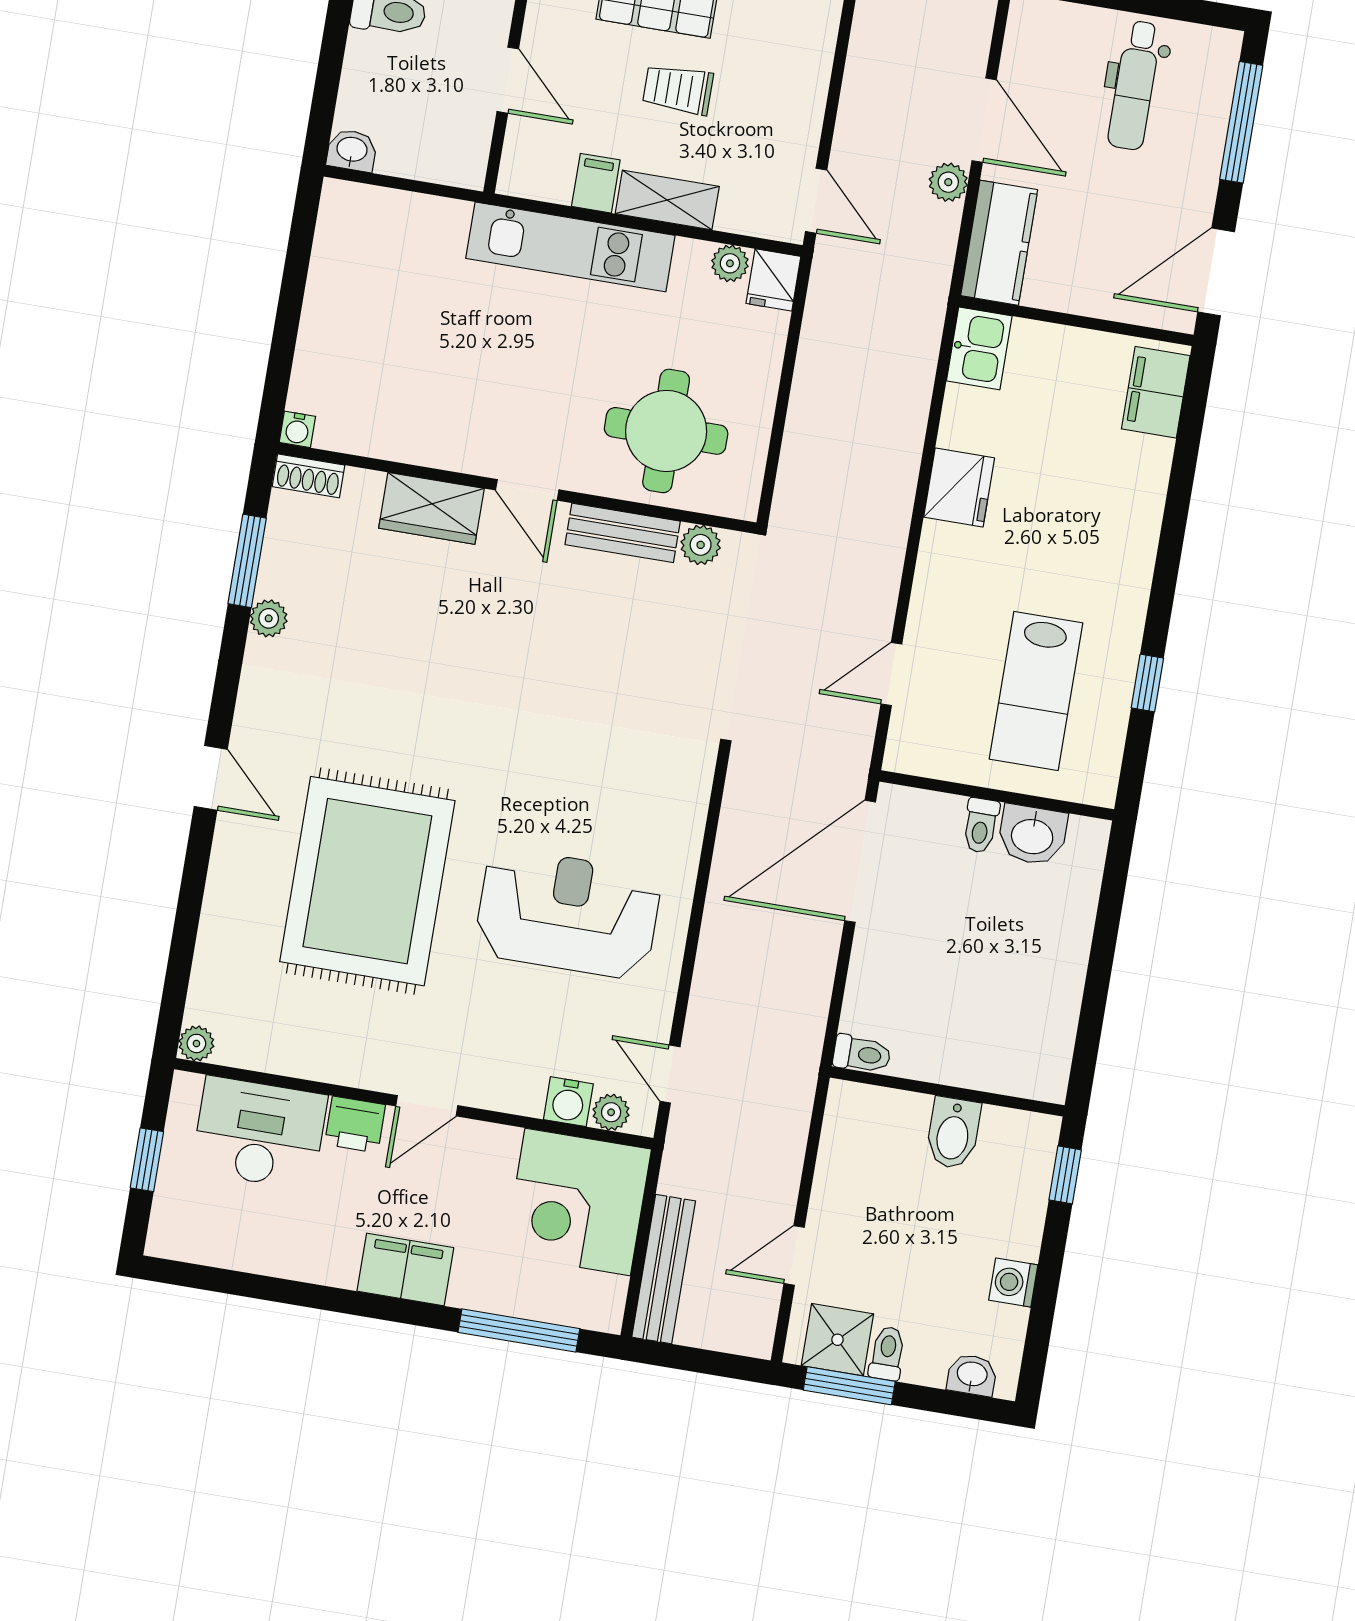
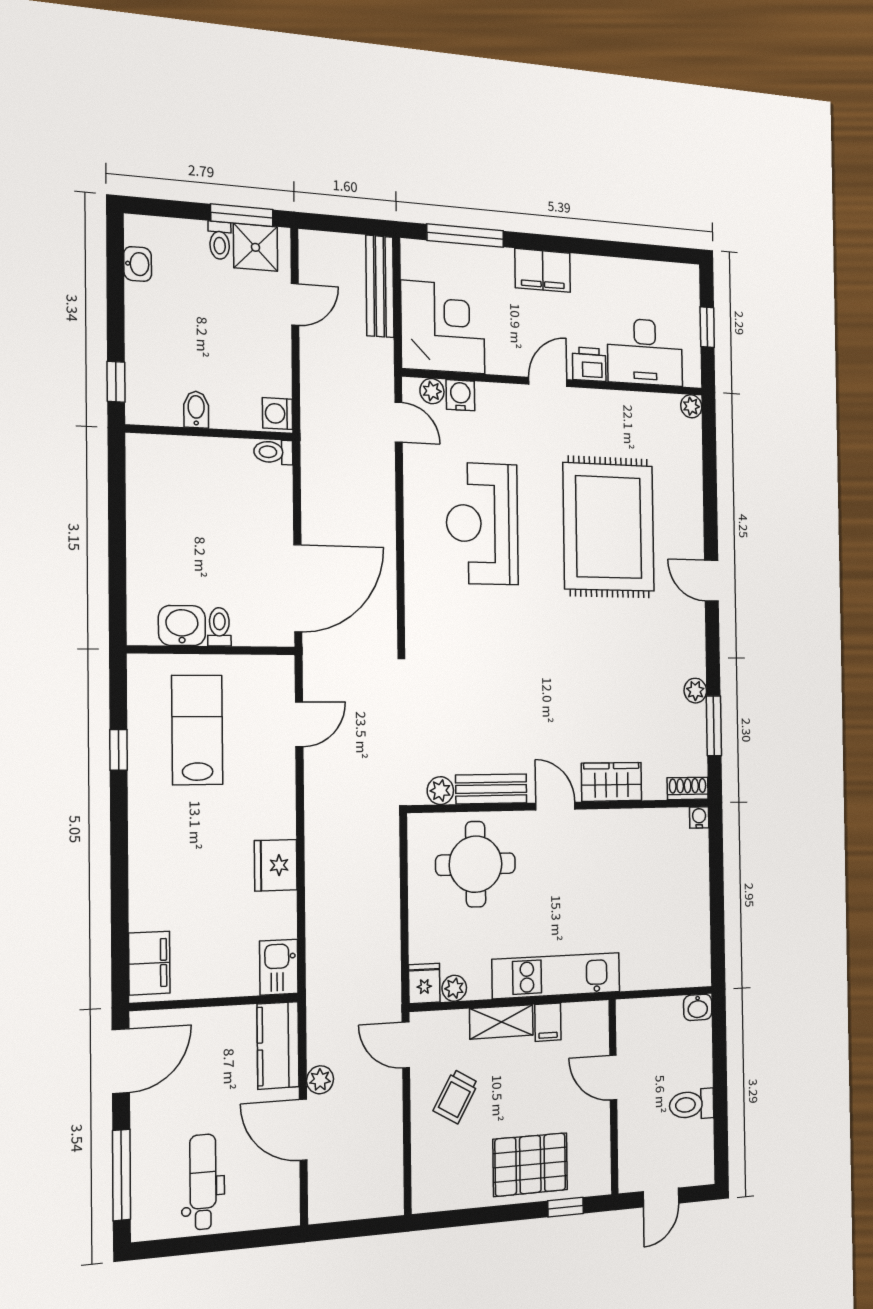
trolley: (678, 89) -> (456, 1097), moved, turned 120
reception desk: (568, 913) -> (482, 524), turned 90
bidet: (953, 1133) -> (196, 409), width x0.72, depth x0.74
washing machine: (1013, 1283) -> (277, 413), moved, turned 180
washbasin: (972, 1375) -> (138, 264), moved, turned -90

